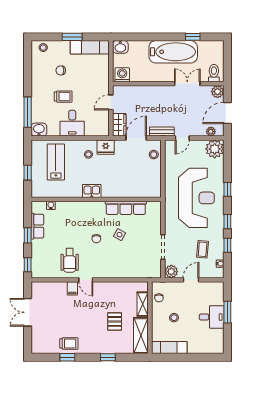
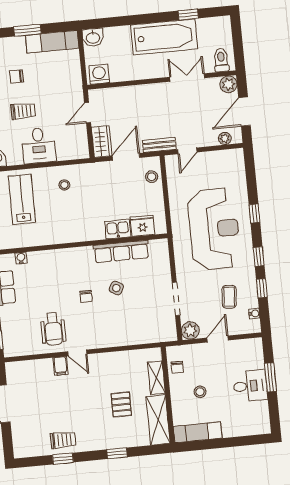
fridge: (106, 147) -> (142, 226), moved, turned 180
plant: (215, 149) -> (232, 161), removed
kitchen sink: (92, 191) -> (118, 229), moved

